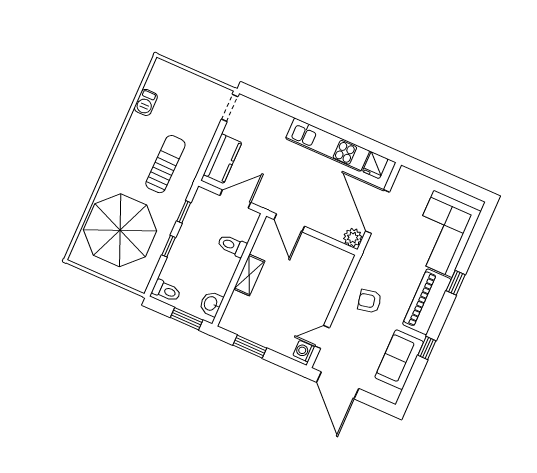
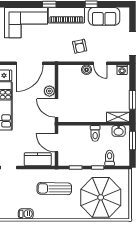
door: (289, 223) -> (56, 108), swing flipped
plant: (353, 238) -> (49, 91), moved
toilet: (232, 246) -> (95, 133), moved
shelving: (249, 275) -> (118, 117), moved
toilet: (166, 291) -> (110, 158), moved
boiler: (328, 296) -> (87, 70), added
door: (322, 337) -> (100, 63), moved

